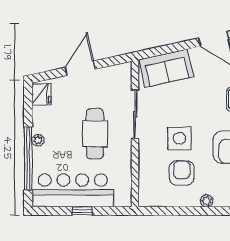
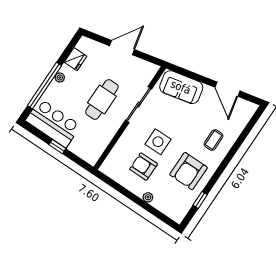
fridge: (41, 94) -> (76, 59), moved
armchair: (182, 173) -> (144, 167), turned -90
bar counter: (73, 190) -> (53, 123), width x0.73

